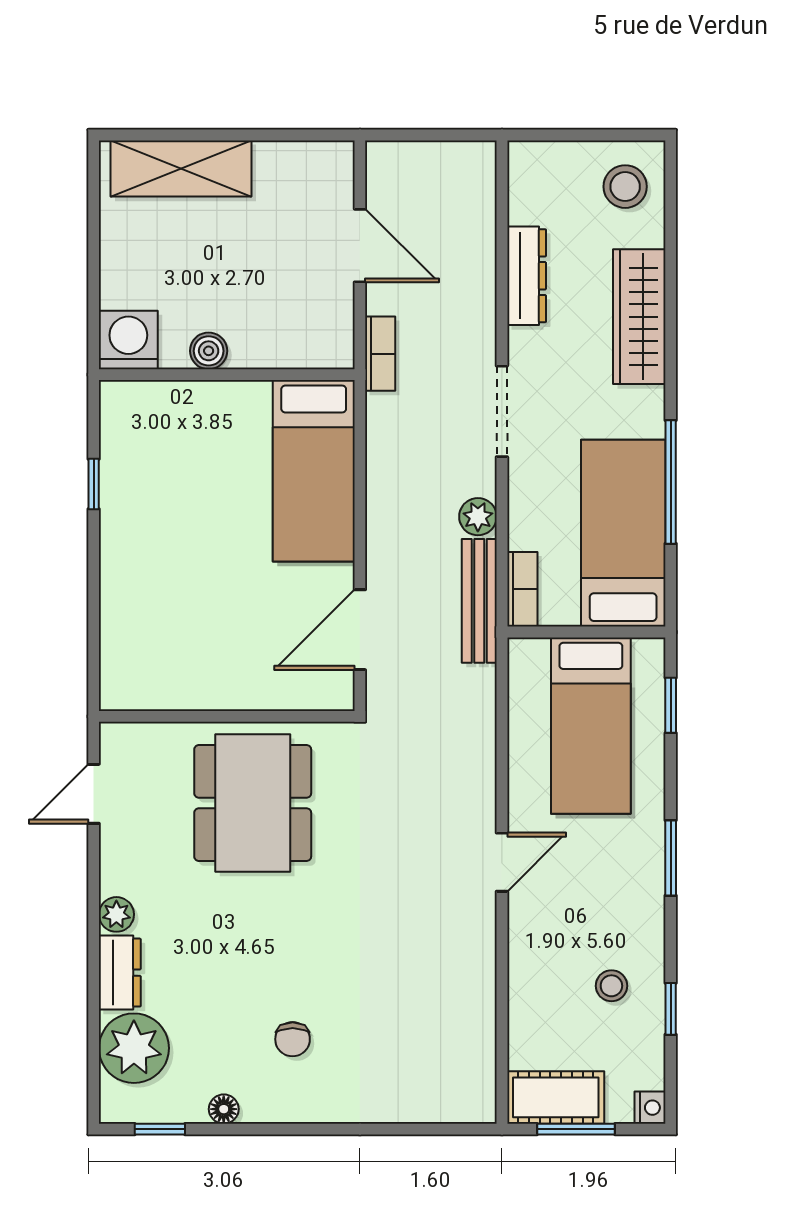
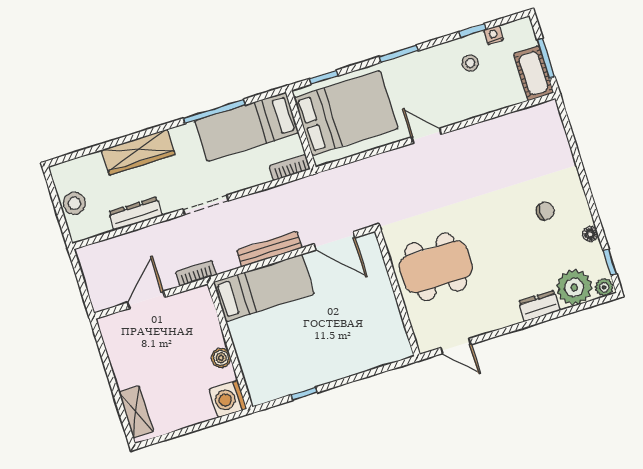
shelving: (181, 168) -> (136, 412), width x0.67, depth x0.75
stool: (625, 187) -> (74, 203), moved
plant: (478, 517) -> (261, 200), removed
bench: (479, 601) -> (269, 249), moved
bed: (591, 726) -> (346, 113), width x1.50
plant: (116, 914) -> (604, 287), moved
nightstand: (650, 1108) -> (494, 35), moved

